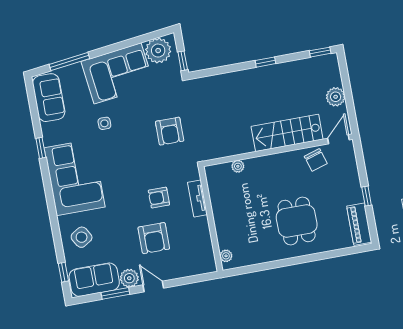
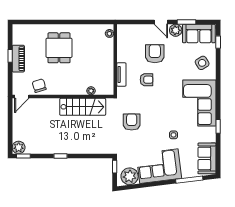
plant: (336, 97) -> (19, 147), moved
stairs: (287, 133) -> (83, 107), moved
piano: (359, 224) -> (18, 59), moved

